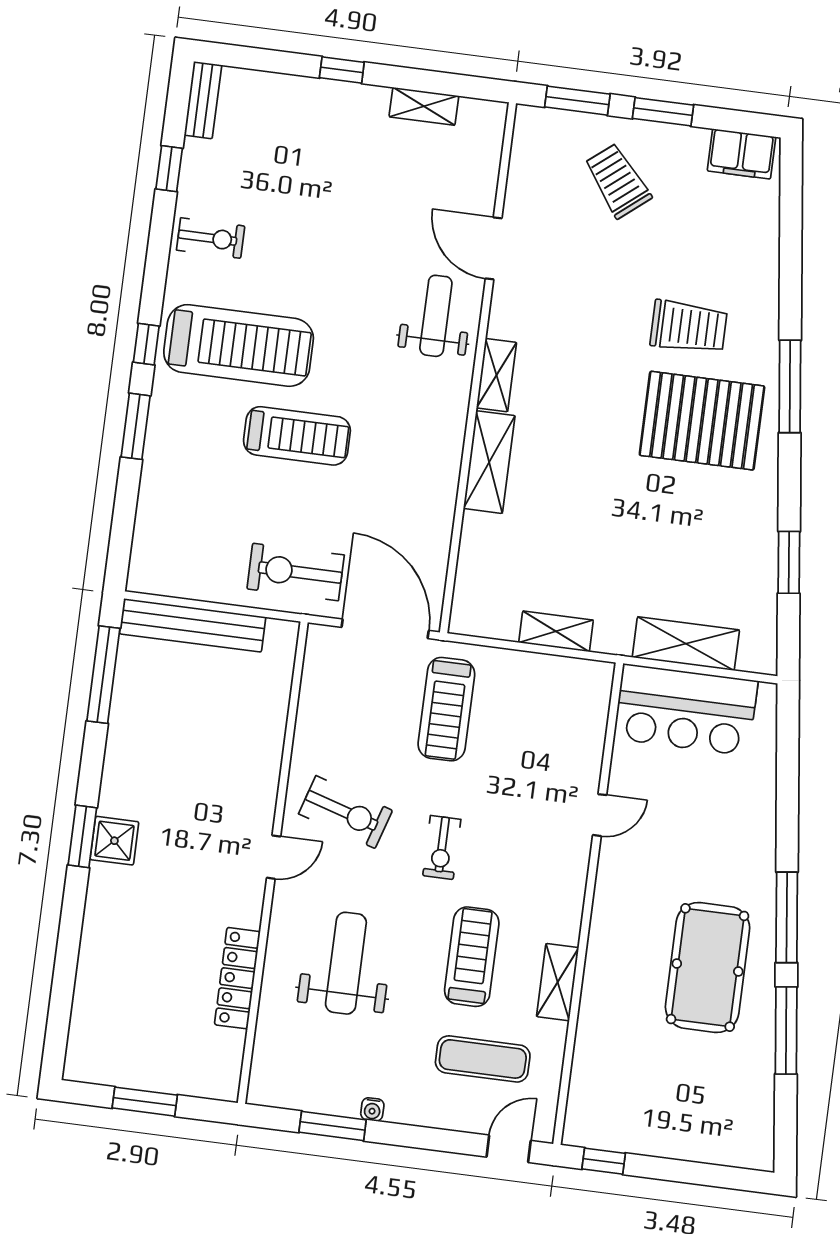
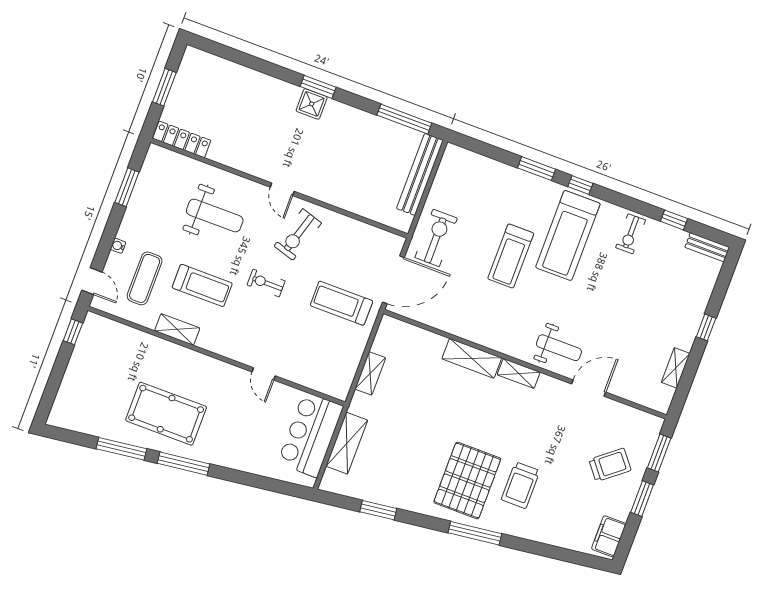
locker: (237, 978) -> (182, 139), moved
water cooler: (372, 1109) -> (118, 246), moved

